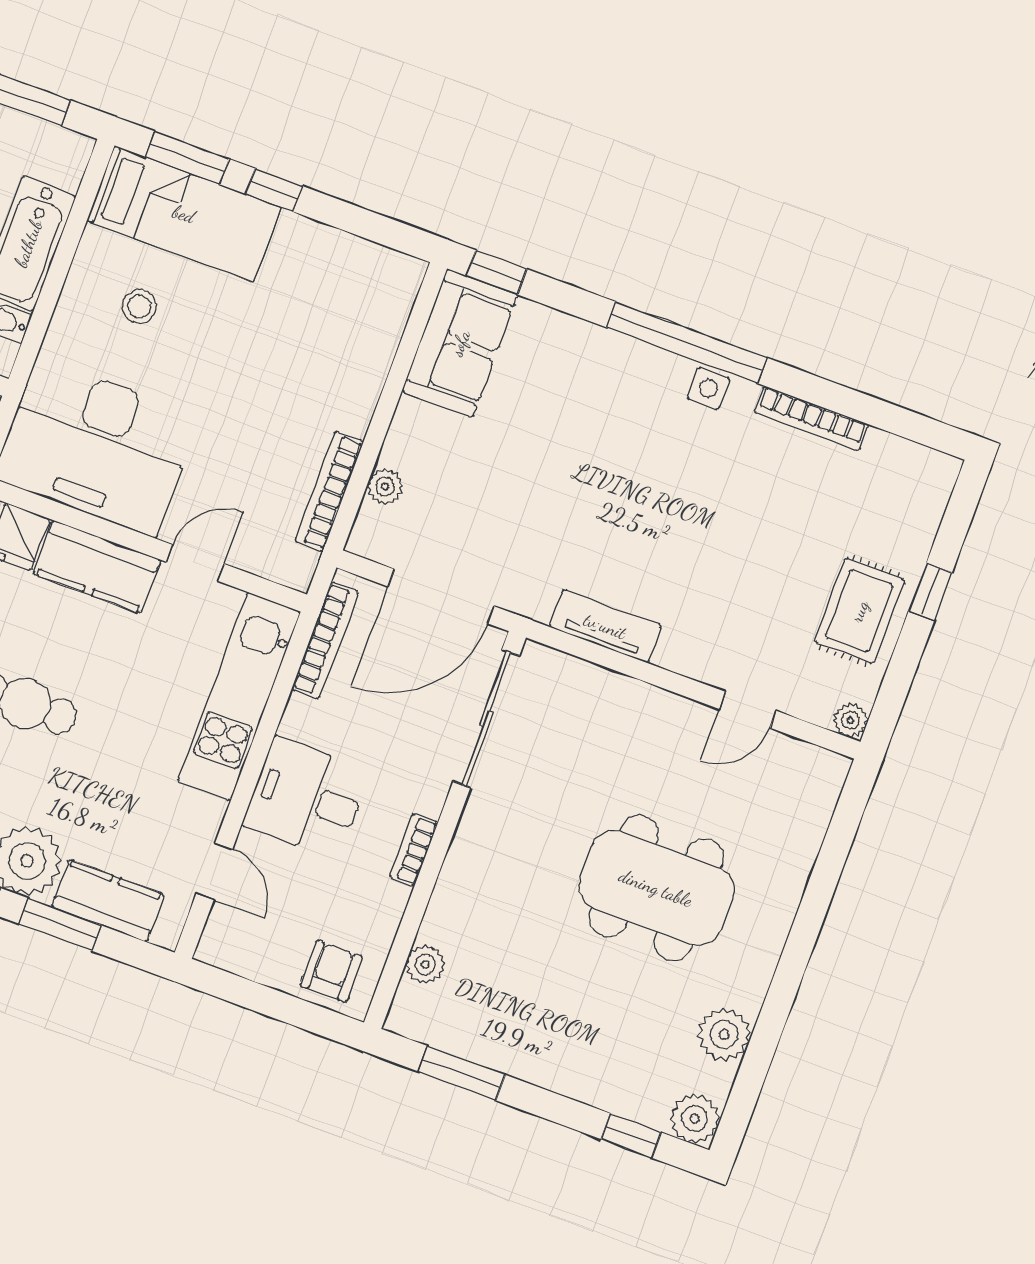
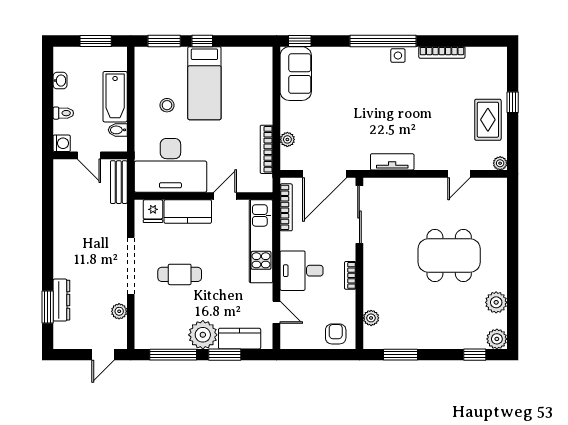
bed: (184, 214) -> (204, 83), moved, turned 90

